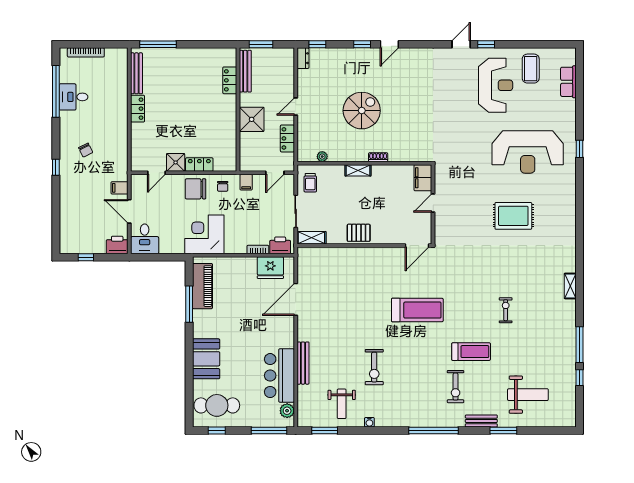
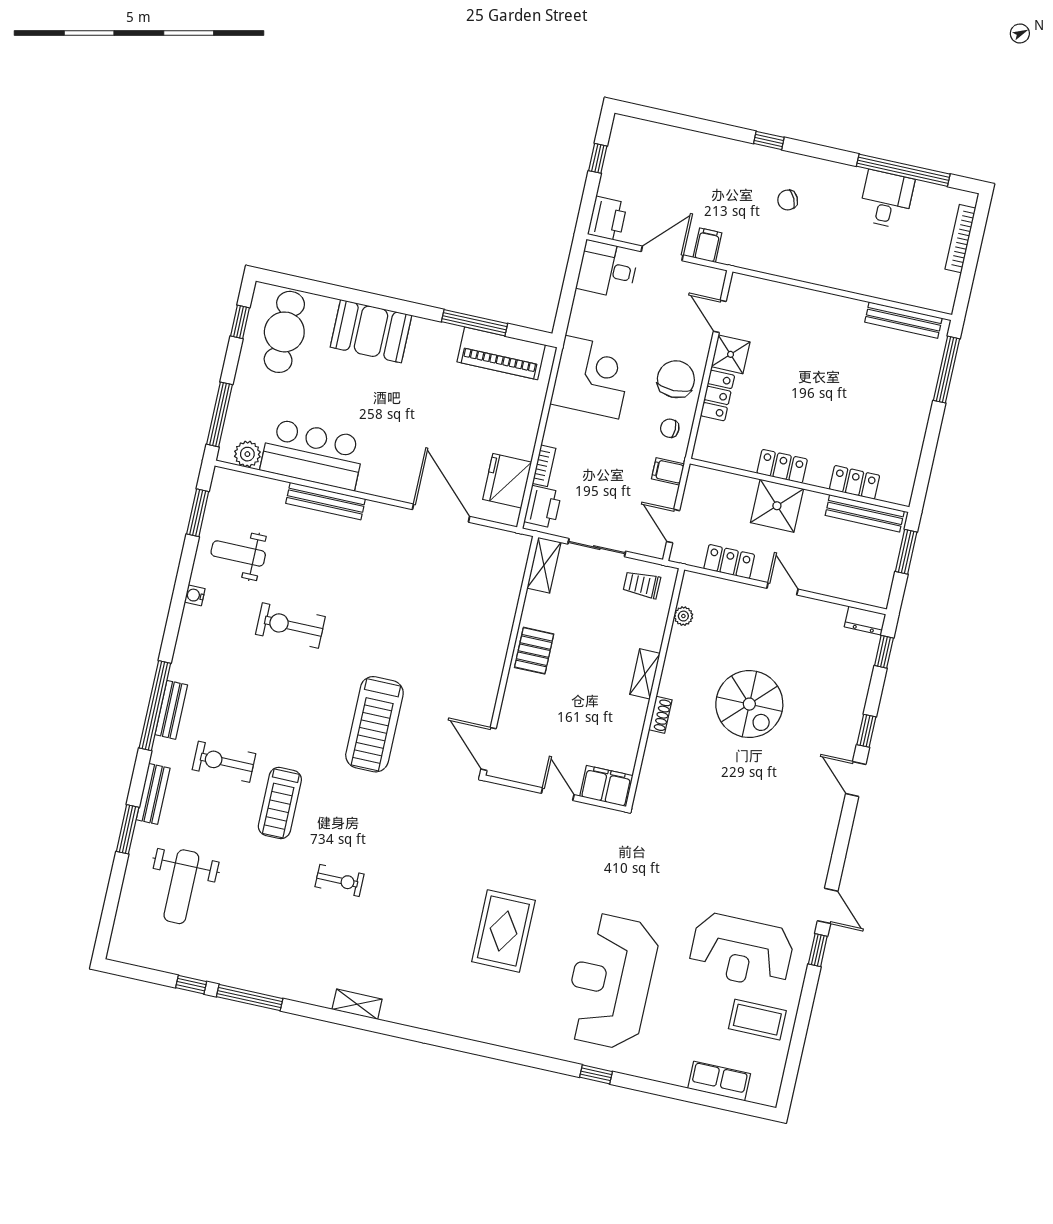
locker: (138, 109) -> (782, 466), moved, turned 180
bench: (434, 421) -> (171, 710), added

